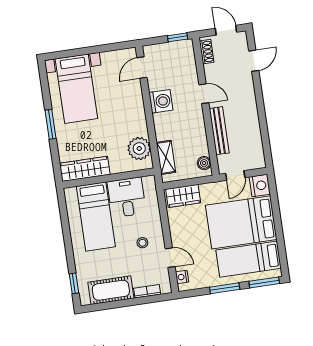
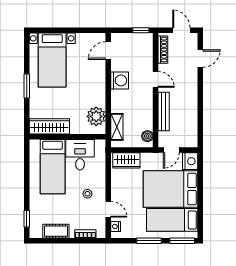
shoe rack: (207, 52) -> (163, 50), width x1.43
cot: (111, 290) -> (56, 231), width x0.73, depth x0.75

